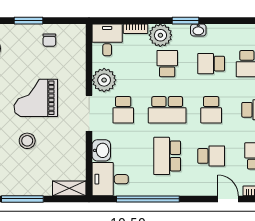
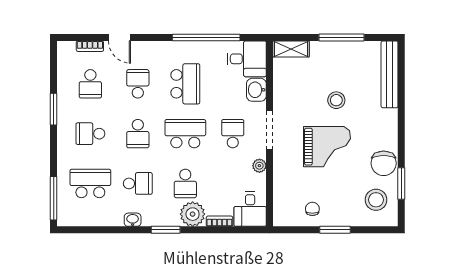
washbasin: (198, 30) -> (133, 220), moved
plant: (104, 80) -> (259, 166), width x0.53, depth x0.53
school desk: (211, 110) -> (138, 134), turned 180
school desk: (211, 156) -> (138, 84), turned 90

